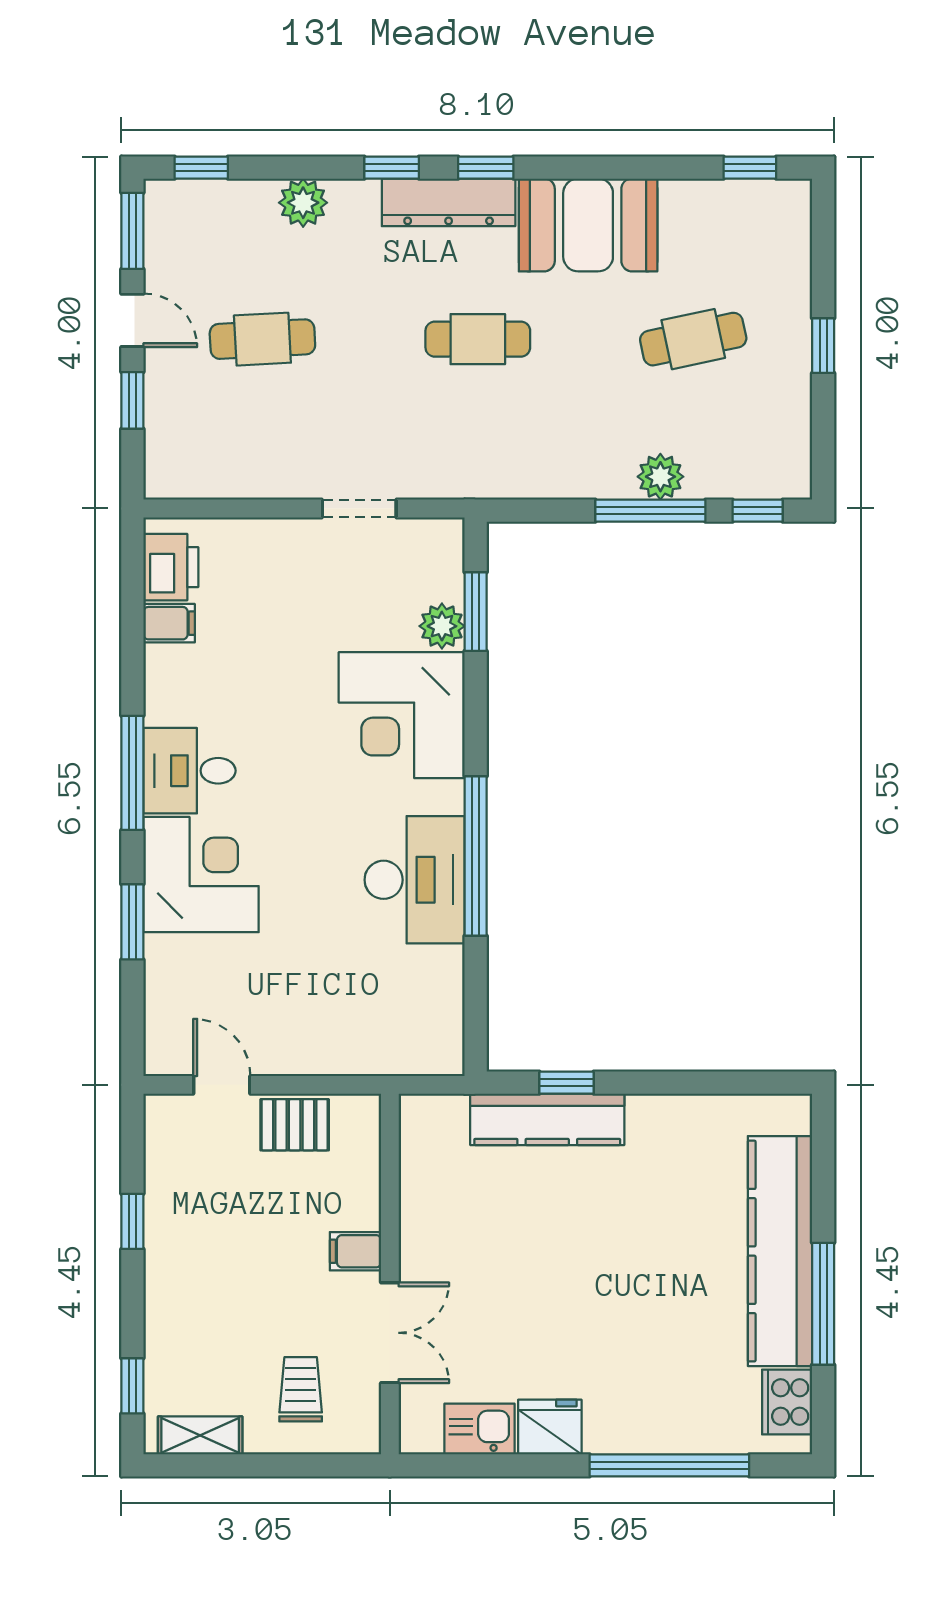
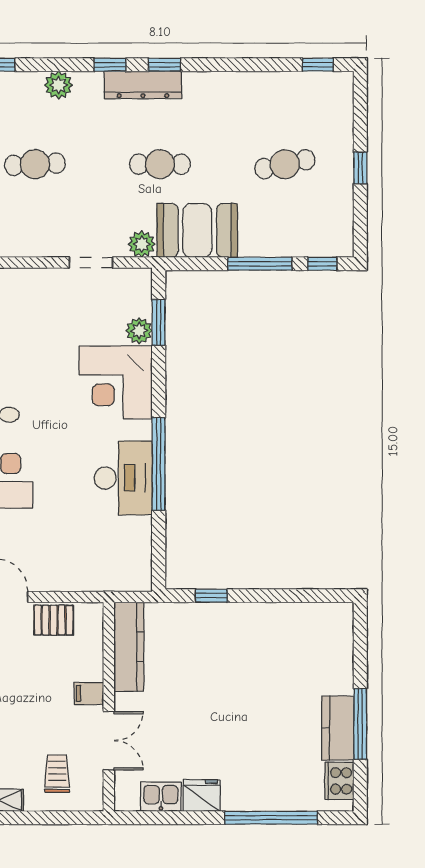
booth: (588, 225) -> (197, 230), moved
plant: (660, 477) -> (142, 244), moved
kitchen counter: (547, 1119) -> (129, 647), moved, turned -90
kitchen counter: (780, 1251) -> (338, 728), width x0.48, depth x0.86

